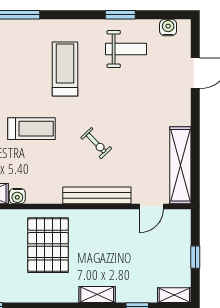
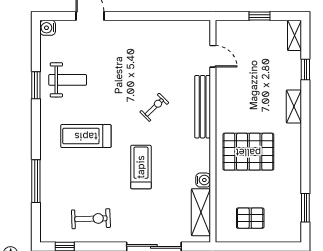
water cooler: (168, 27) -> (48, 28), moved
weight bench: (126, 49) -> (68, 80), turned 90
shelving: (180, 165) -> (175, 30), removed

